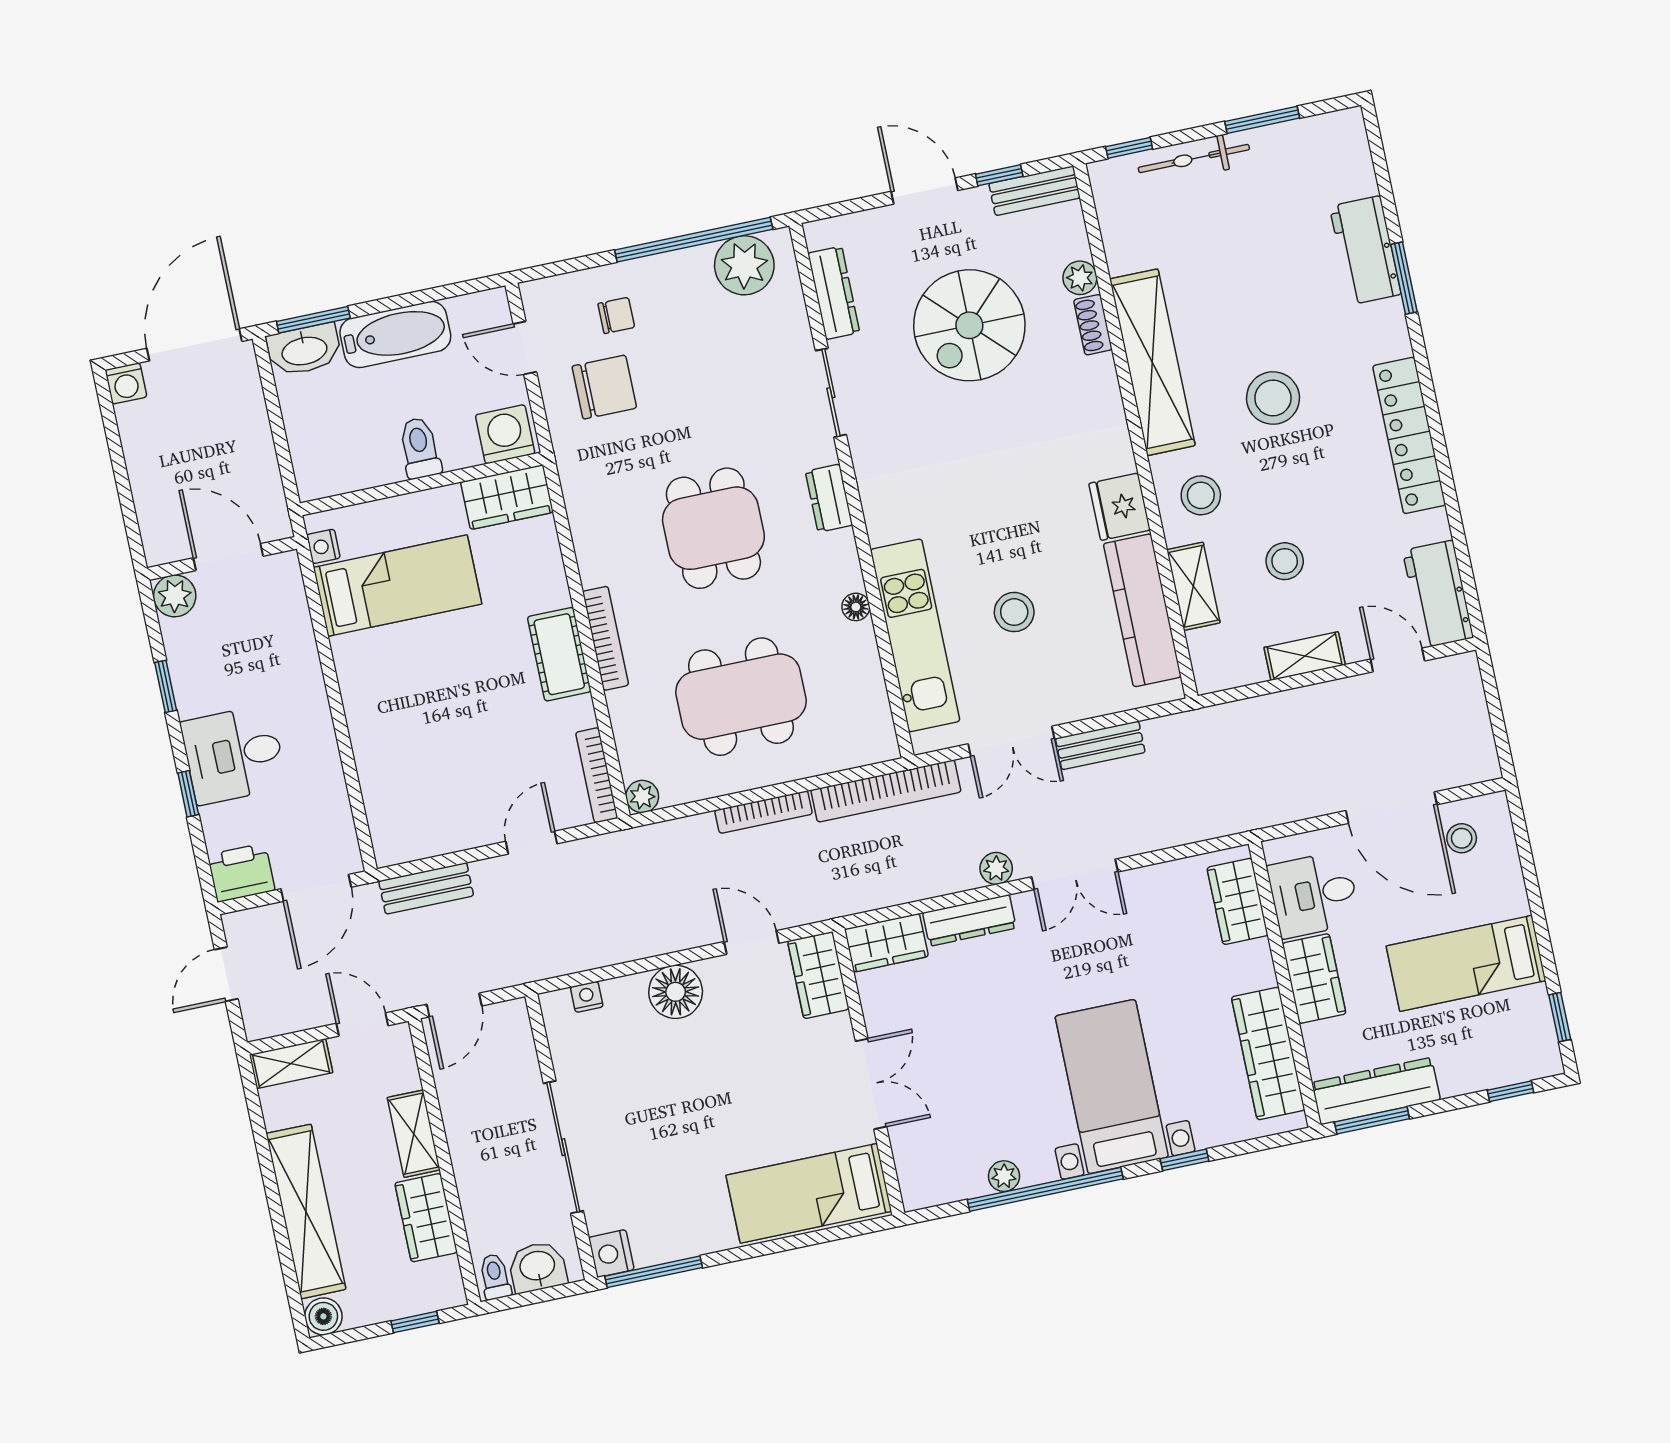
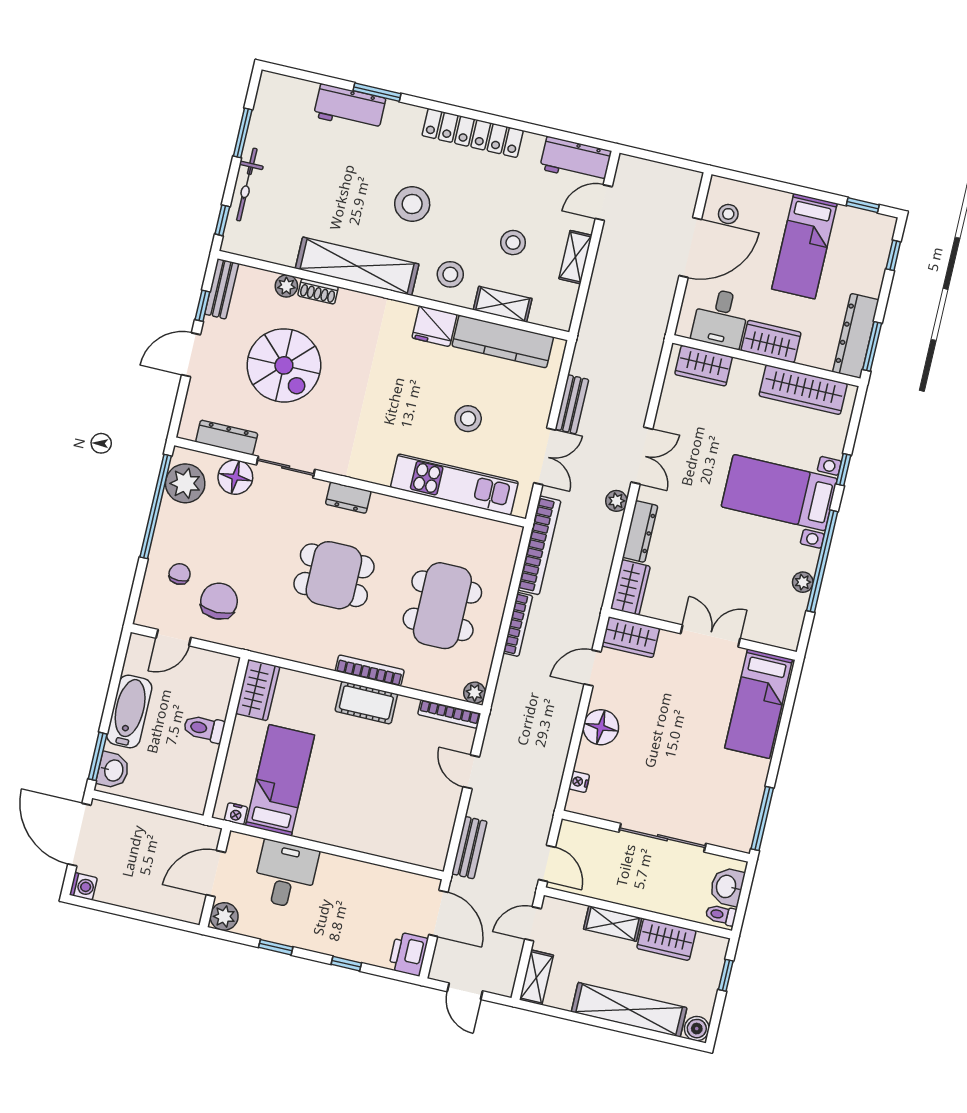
washbasin: (304, 350) -> (113, 770), width x0.72
washing machine: (505, 434) -> (220, 674), removed
floor lamp: (856, 607) -> (235, 477), moved, width x1.89, depth x1.89
desk: (234, 755) -> (285, 875), moved, turned 180
nightstand: (611, 1253) -> (739, 839), removed

